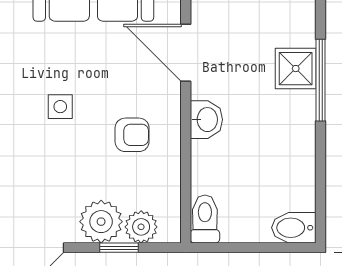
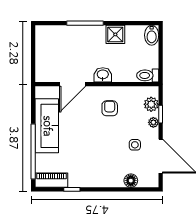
shower: (296, 69) -> (115, 34), moved
side table: (60, 107) -> (135, 145), moved
plant: (101, 222) -> (153, 122), width x0.53, depth x0.53

